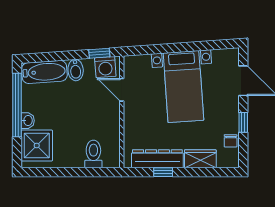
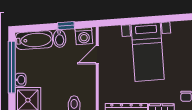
window: (99, 53) -> (66, 26), moved
door: (122, 90) -> (97, 55), hinge flipped

